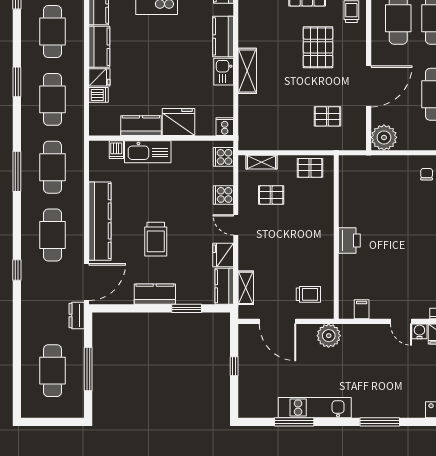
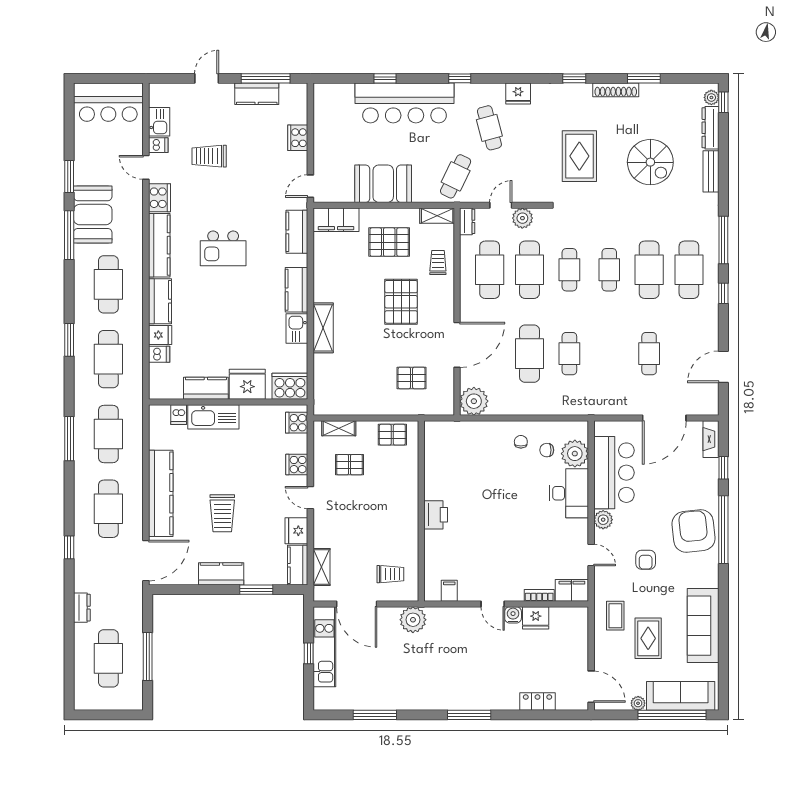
cooker: (225, 127) -> (290, 386), width x1.87, depth x1.31
dresser: (77, 316) -> (82, 608), moved, turned 180
kitchen unit: (315, 408) -> (324, 647), moved, turned 90

